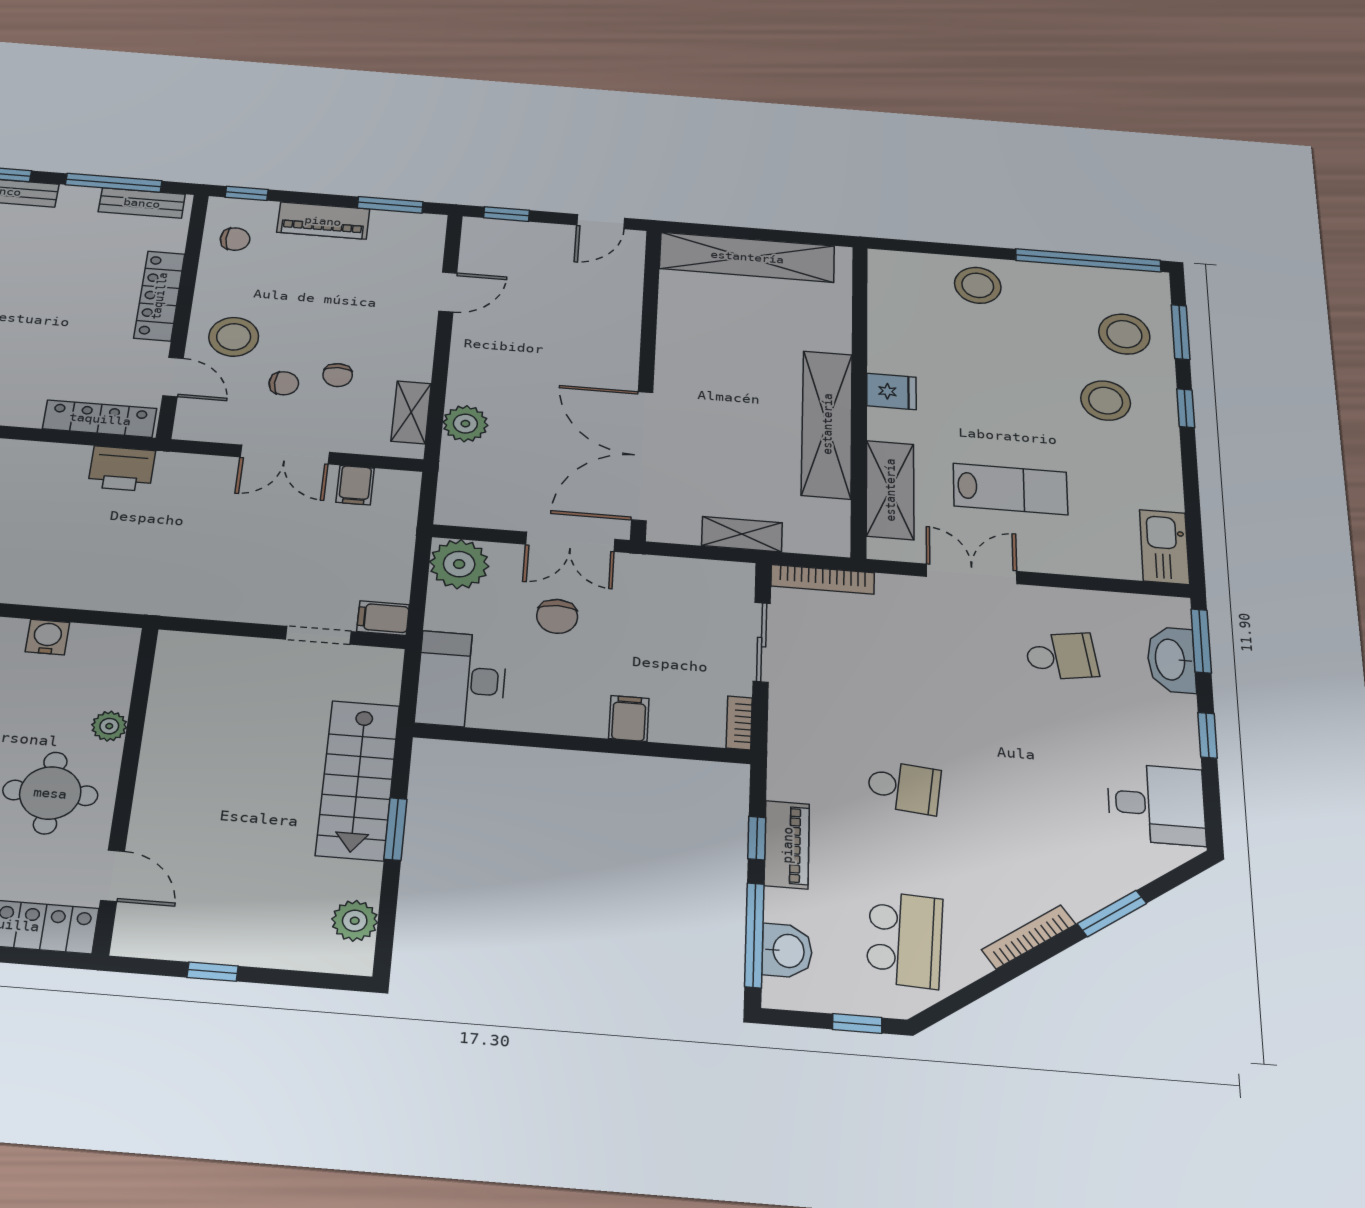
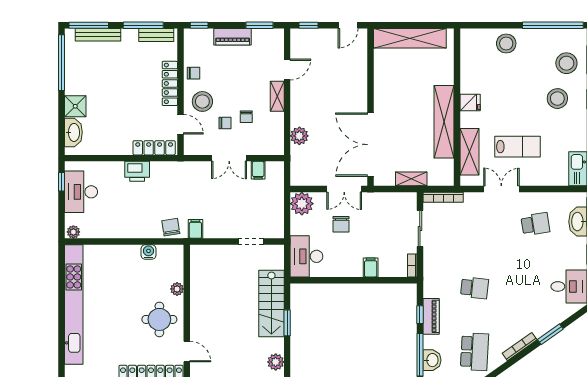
chair: (235, 239) -> (193, 73), moved
shelving: (411, 412) -> (277, 96), moved
printer: (122, 469) -> (137, 171), moved
chair: (115, 587) -> (171, 227), added
filing cabinet: (383, 618) -> (195, 229), moved, turned 90

